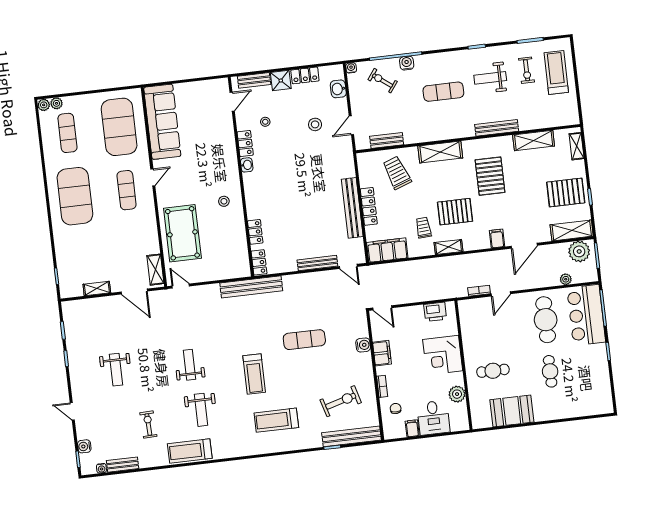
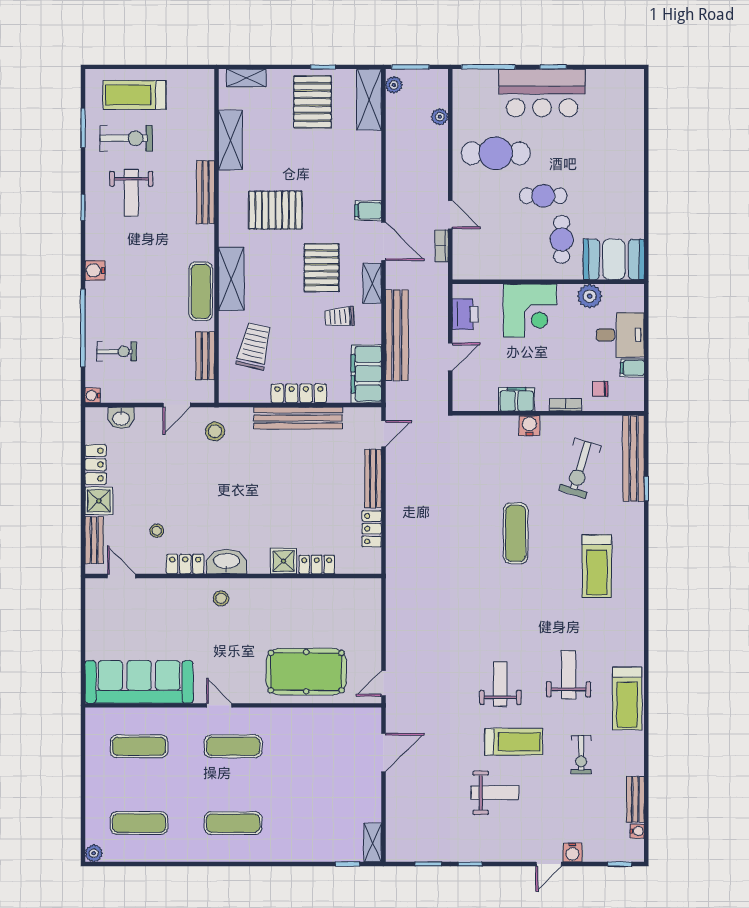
water cooler: (407, 63) -> (95, 270), moved
exercise bike: (527, 70) -> (126, 138), width x1.38, depth x1.39
exercise bike: (383, 81) -> (117, 352), turned -127
exercise mat: (443, 92) -> (201, 291), moved
plant: (56, 103) -> (94, 834), removed
stool: (315, 124) -> (215, 431), moved
door: (351, 125) -> (177, 405), hinge flipped
exercise mat: (119, 127) -> (139, 746), width x0.50, depth x0.69
washbasin: (247, 165) -> (226, 562), width x1.91, depth x1.45
trolley: (397, 173) -> (254, 346), turned 123
exercise mat: (75, 196) -> (233, 823), width x0.50, depth x0.69
stool: (224, 201) -> (221, 598), moved
shower: (255, 209) -> (283, 561), added
door: (524, 246) -> (383, 241), moved
plant: (579, 251) -> (394, 85), width x0.53, depth x0.53
locker: (259, 262) -> (372, 529), moved, turned -90
shelving: (155, 270) -> (355, 718), removed
bench: (251, 287) -> (397, 335), moved
shelving: (97, 289) -> (373, 842), moved
door: (382, 308) -> (450, 357), moved
bar counter: (586, 315) -> (542, 93), moved
exercise mat: (304, 340) -> (516, 533), moved
water cooler: (363, 345) -> (529, 426), moved
weight bench: (189, 365) -> (500, 684), turned 90
cafe table: (550, 371) -> (543, 196), moved
treadmill: (254, 374) -> (514, 742), moved
exercise bike: (341, 401) -> (580, 468), turned -147
weight bench: (201, 410) -> (569, 675), turned -90
booth: (512, 411) -> (614, 259), moved, turned 90
exercise bike: (148, 425) -> (581, 755), turned -88
water cooler: (84, 446) -> (572, 852), moved

